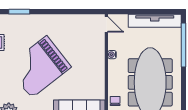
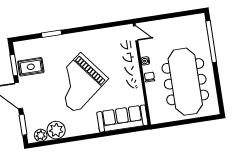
tv unit: (155, 21) -> (181, 23), removed
chair: (115, 101) -> (150, 77), moved

